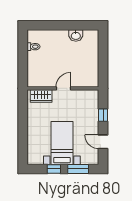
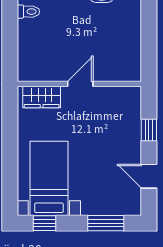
bed with nightstands: (62, 143) -> (49, 178), moved
window: (54, 169) -> (44, 223), moved

